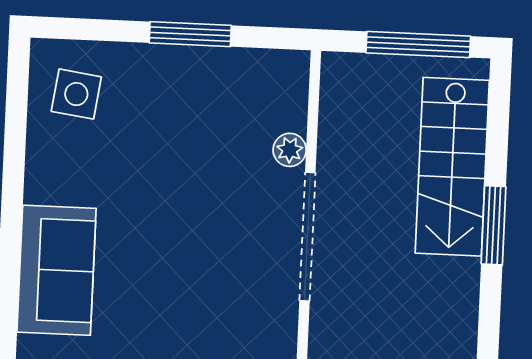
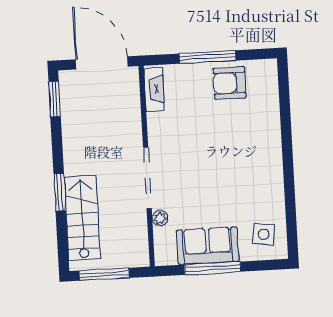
window: (190, 34) -> (213, 268), width x1.44
sofa: (57, 270) -> (208, 246), moved, turned 90

